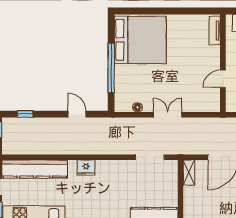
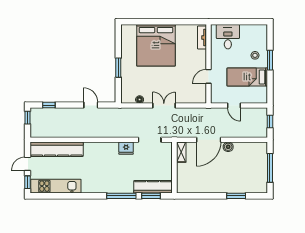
bed: (140, 40) -> (156, 45), moved, turned 90
window: (111, 68) -> (118, 68), width x0.47
fridge: (86, 167) -> (126, 148), moved

